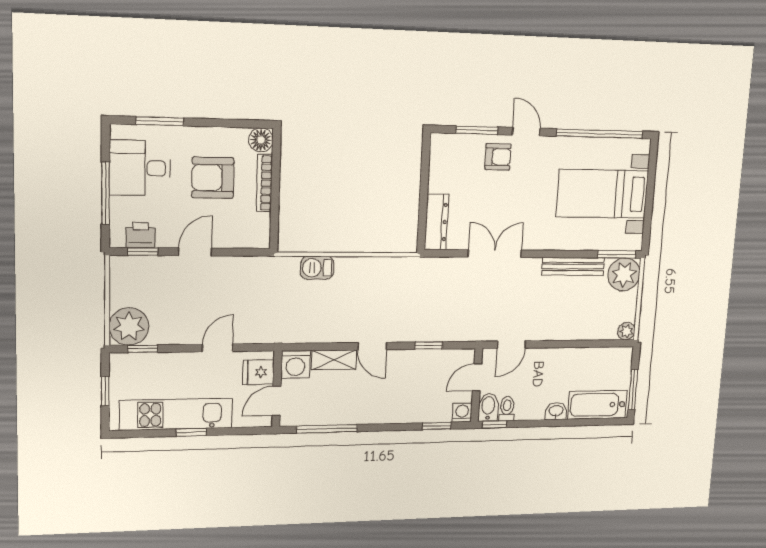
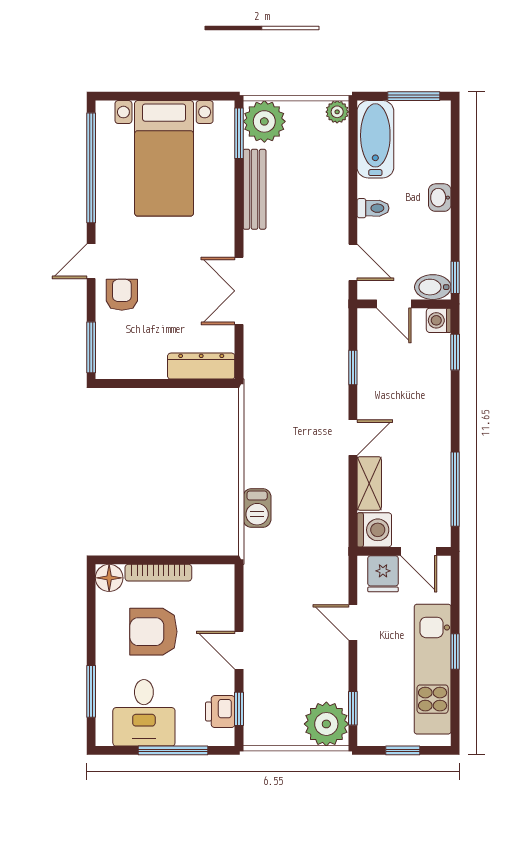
window: (477, 130) -> (91, 347), moved
armchair: (213, 178) -> (153, 632), turned 90
bathtub: (597, 405) -> (375, 139), moved, turned 180
toilet: (507, 409) -> (373, 208), moved, turned 180

